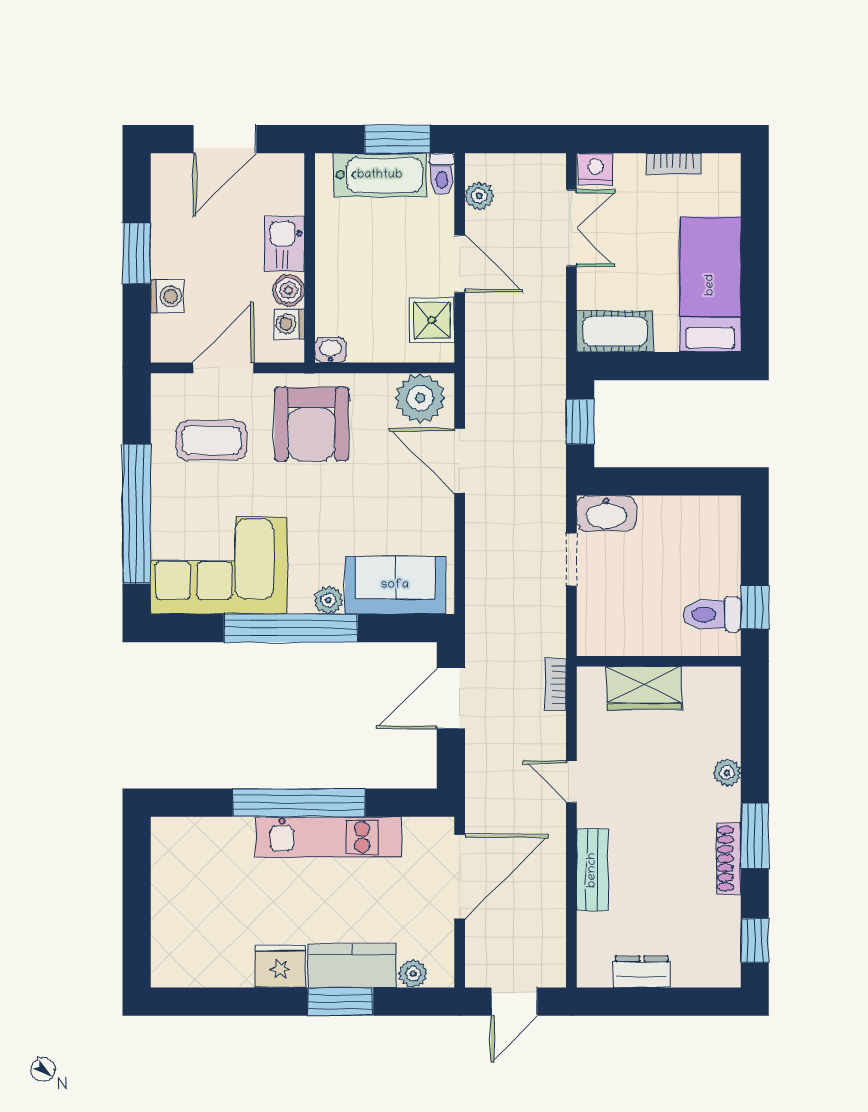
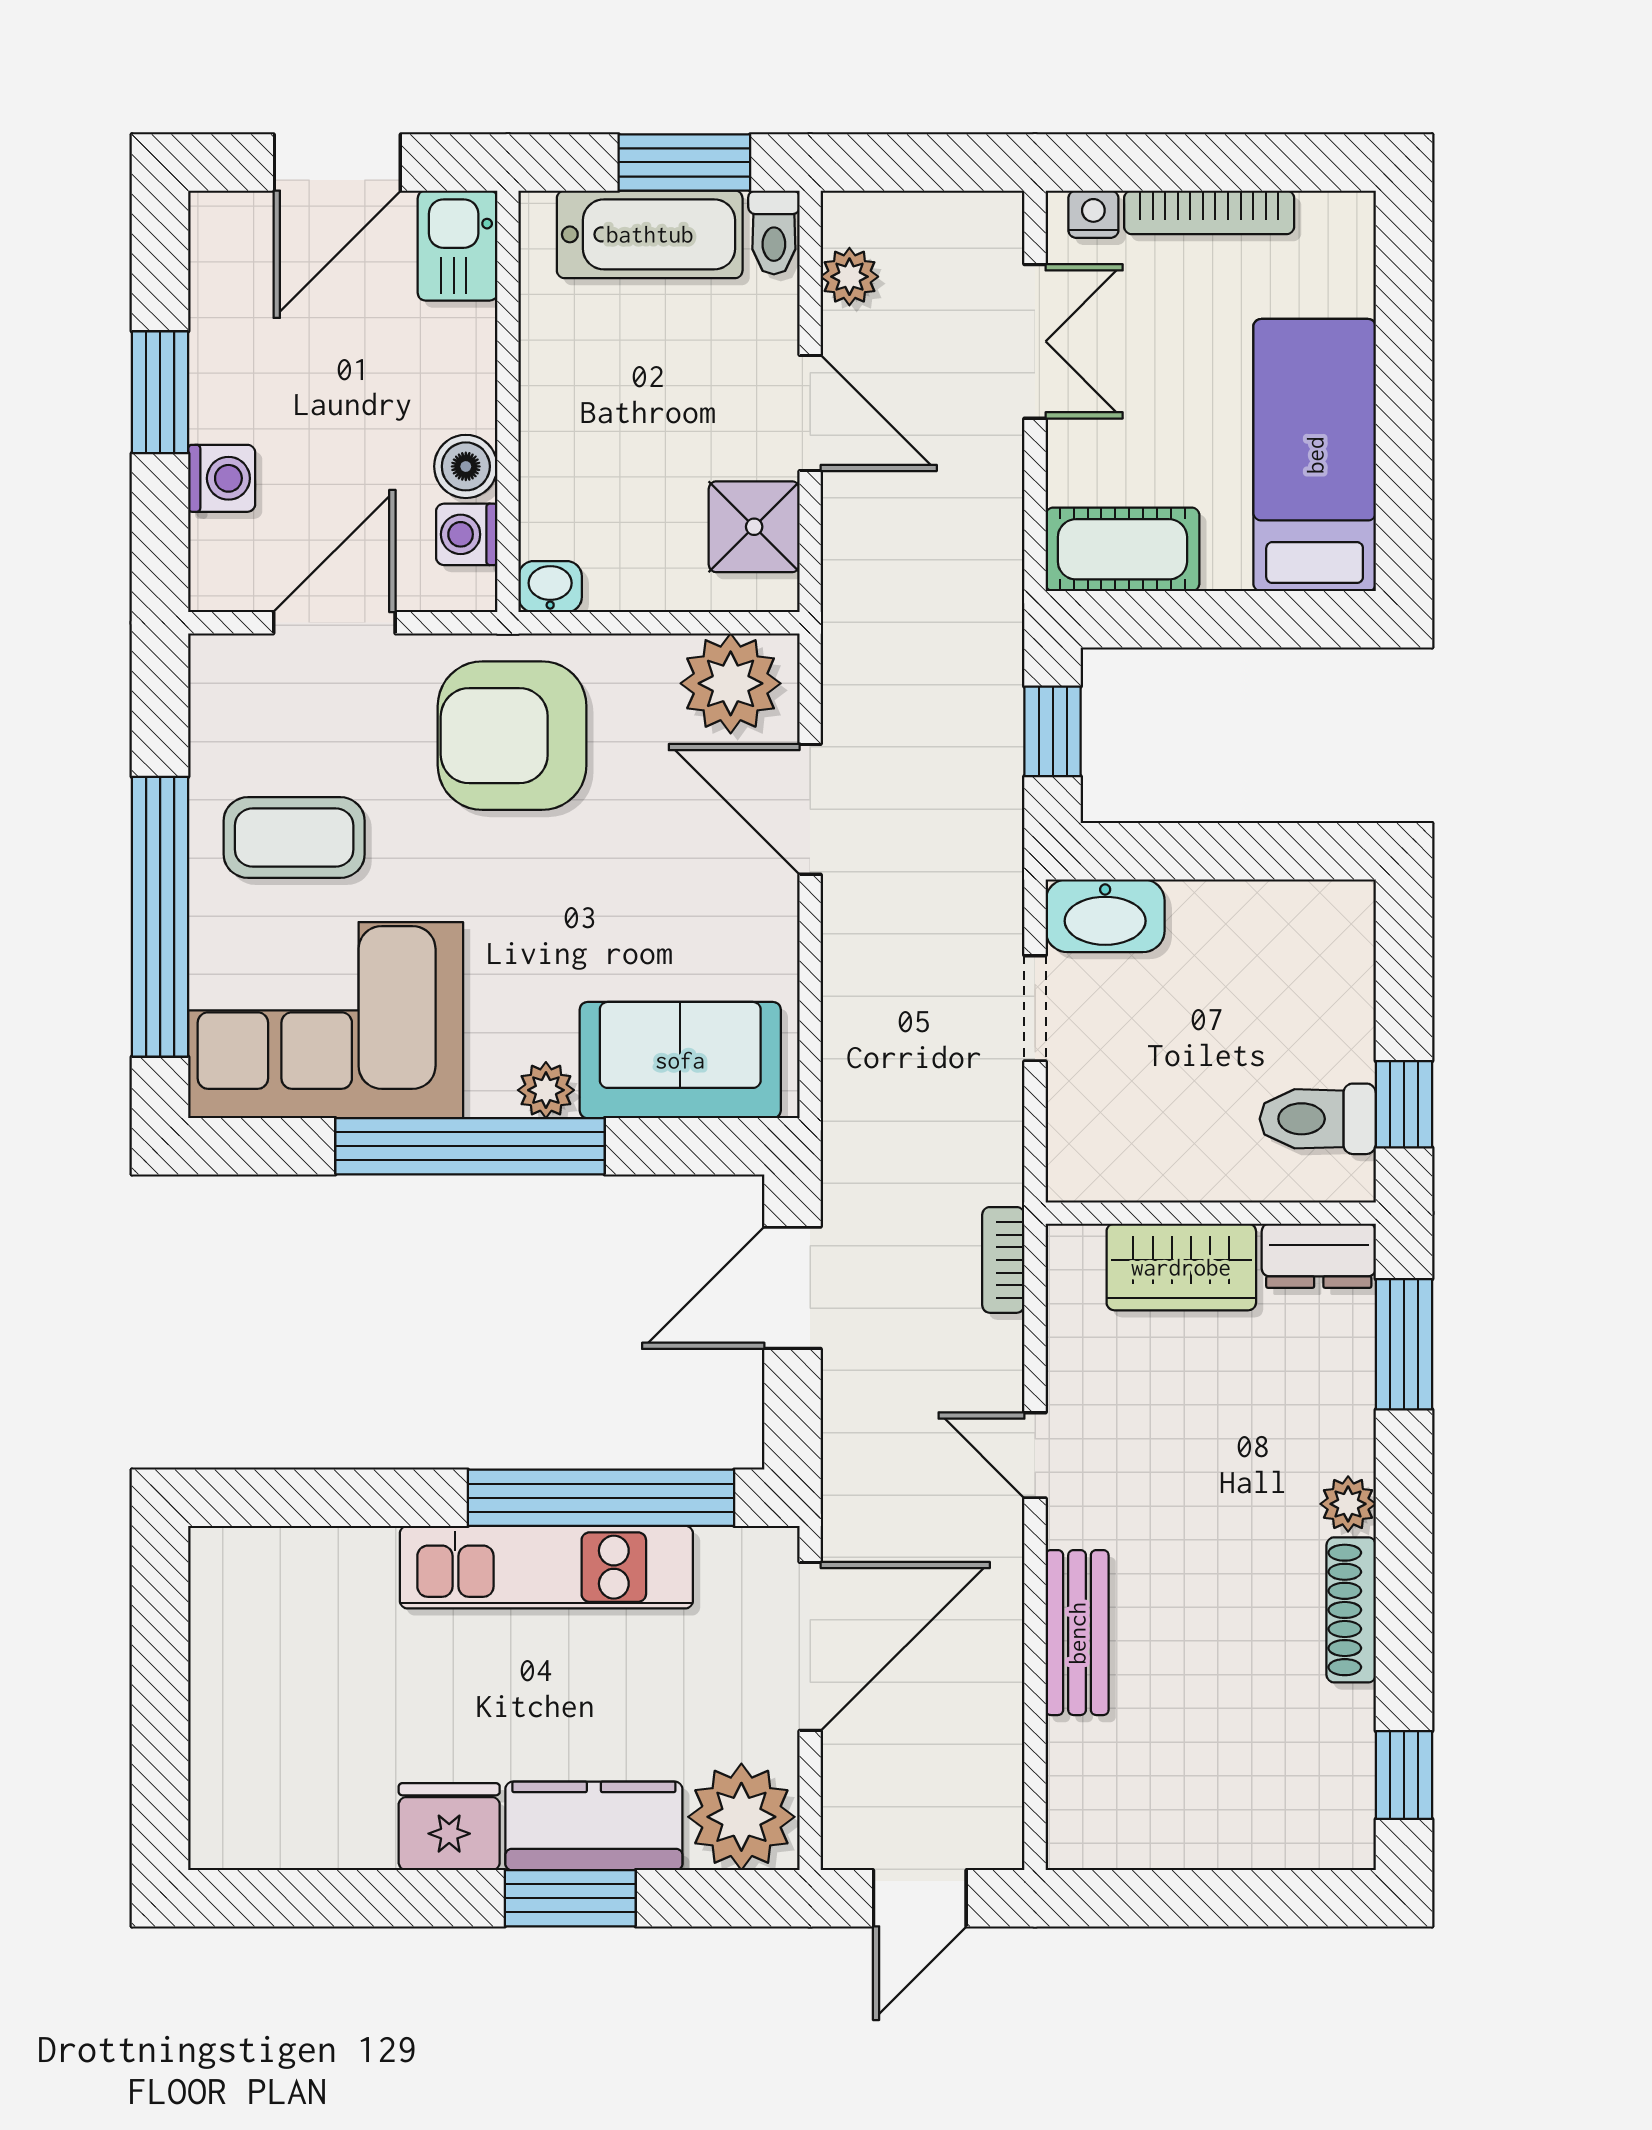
bookcase: (673, 164) -> (1209, 212), width x1.56
nightstand: (596, 169) -> (1093, 214), width x0.72, depth x0.74
kitchen sink: (284, 244) -> (458, 246), moved
armchair: (312, 424) -> (512, 736), turned 90
coffee table: (211, 440) -> (294, 838), moved
plant: (727, 773) -> (1348, 1504), moved
window: (299, 803) -> (601, 1498), moved
window: (755, 836) -> (1404, 1344), moved
dresser: (642, 972) -> (1319, 1256), moved, turned 180
plant: (413, 974) -> (741, 1817), width x1.87, depth x1.87

